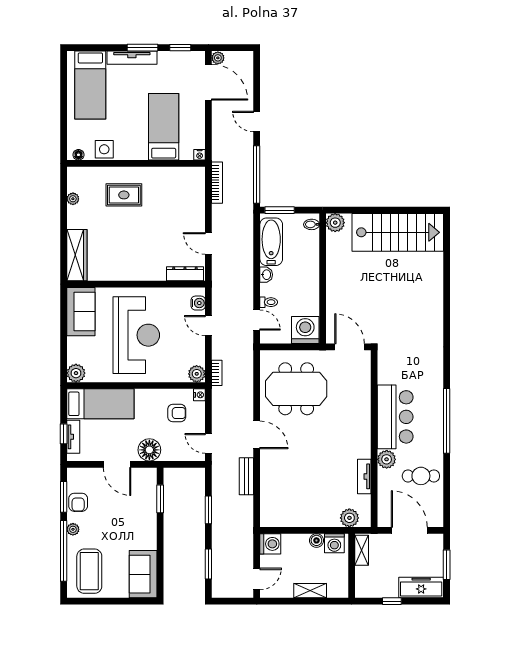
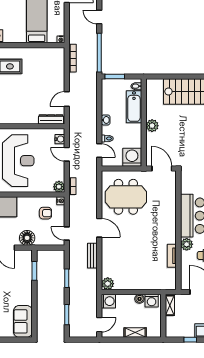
plant: (335, 223) -> (152, 126), moved
bathtub: (271, 242) -> (134, 107), moved, turned 180
door: (208, 243) -> (67, 99), hinge flipped
plant: (349, 518) -> (108, 284), moved

